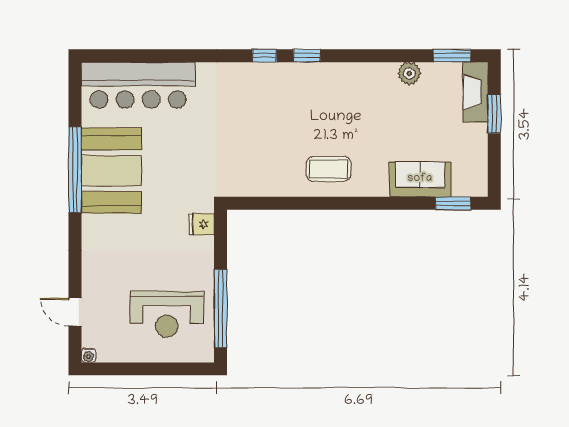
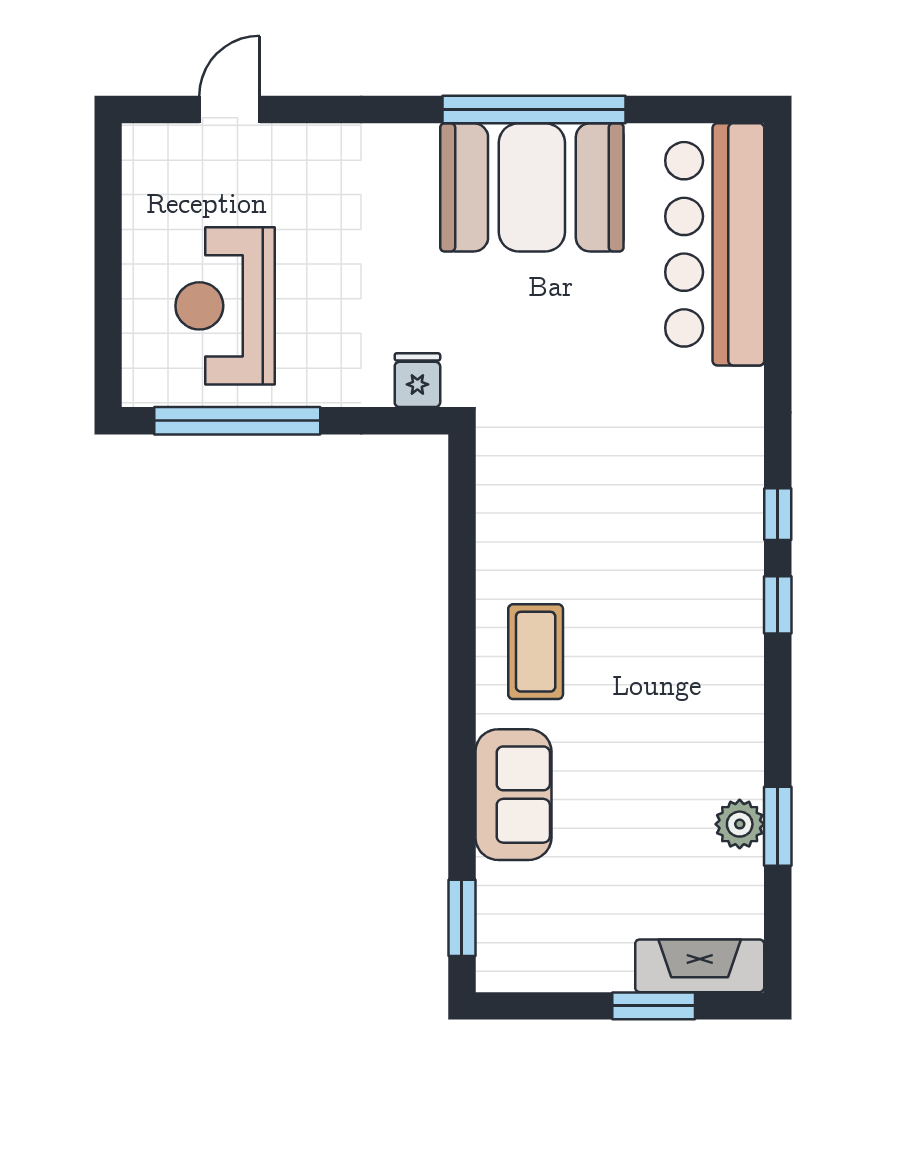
window: (452, 56) -> (778, 826), moved
sofa: (420, 179) -> (513, 795), moved
water cooler: (89, 355) -> (137, 138), removed

